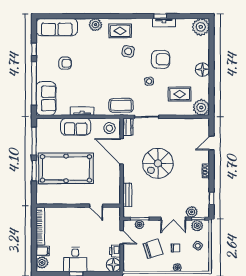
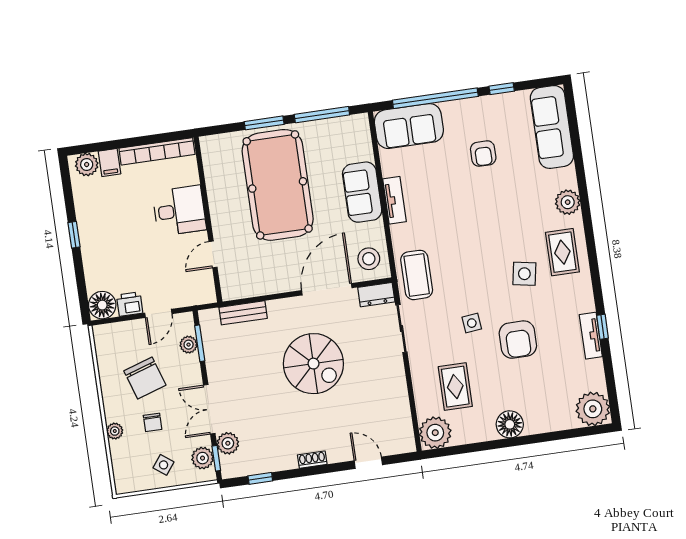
spiral stairs: (158, 163) -> (313, 364), turned 180
desk: (75, 259) -> (179, 211), moved, turned 180

